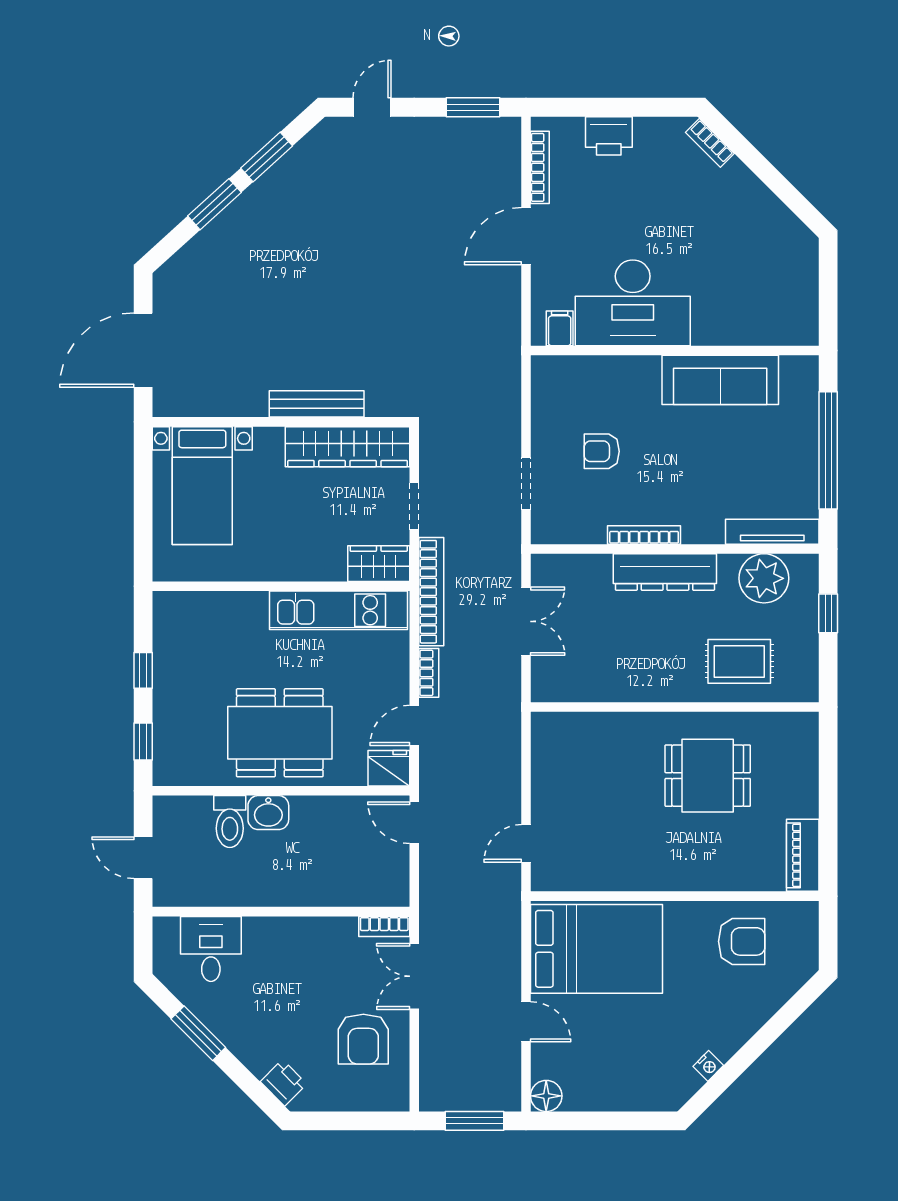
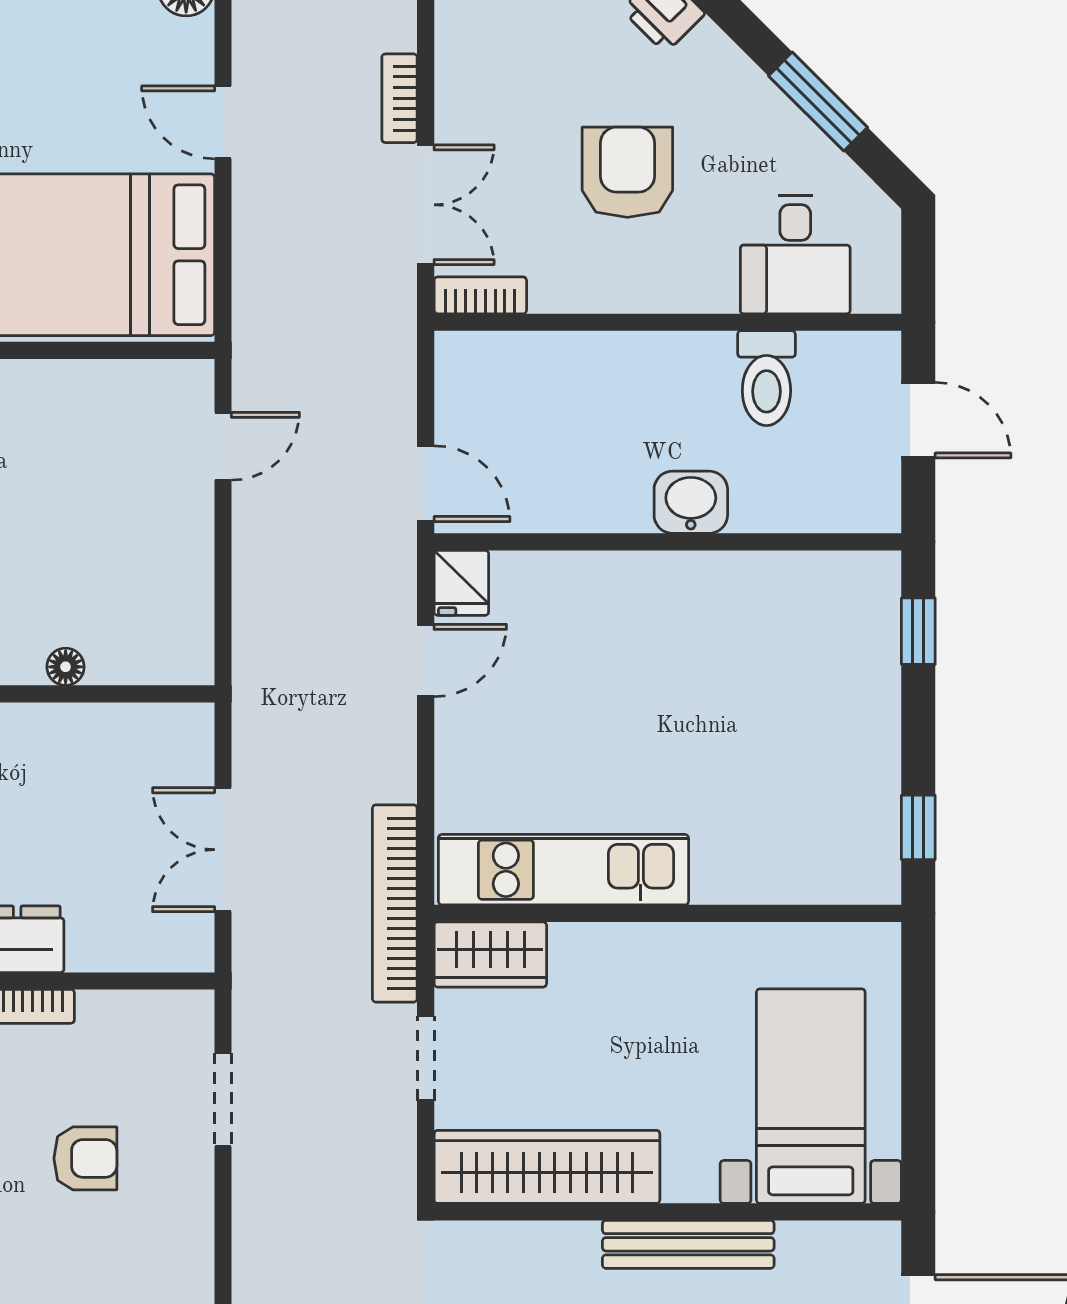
bench: (317, 404) -> (688, 1244), moved
window: (143, 670) -> (918, 827), moved
bookcase: (429, 673) -> (399, 98), moved
floor lamp: (613, 722) -> (66, 667), added
dining table: (280, 733) -> (670, 647), removed
fridge: (389, 768) -> (461, 583), width x0.72
toilet: (230, 822) -> (766, 378), moved, turned 180
armchair: (363, 1039) -> (627, 172), moved

